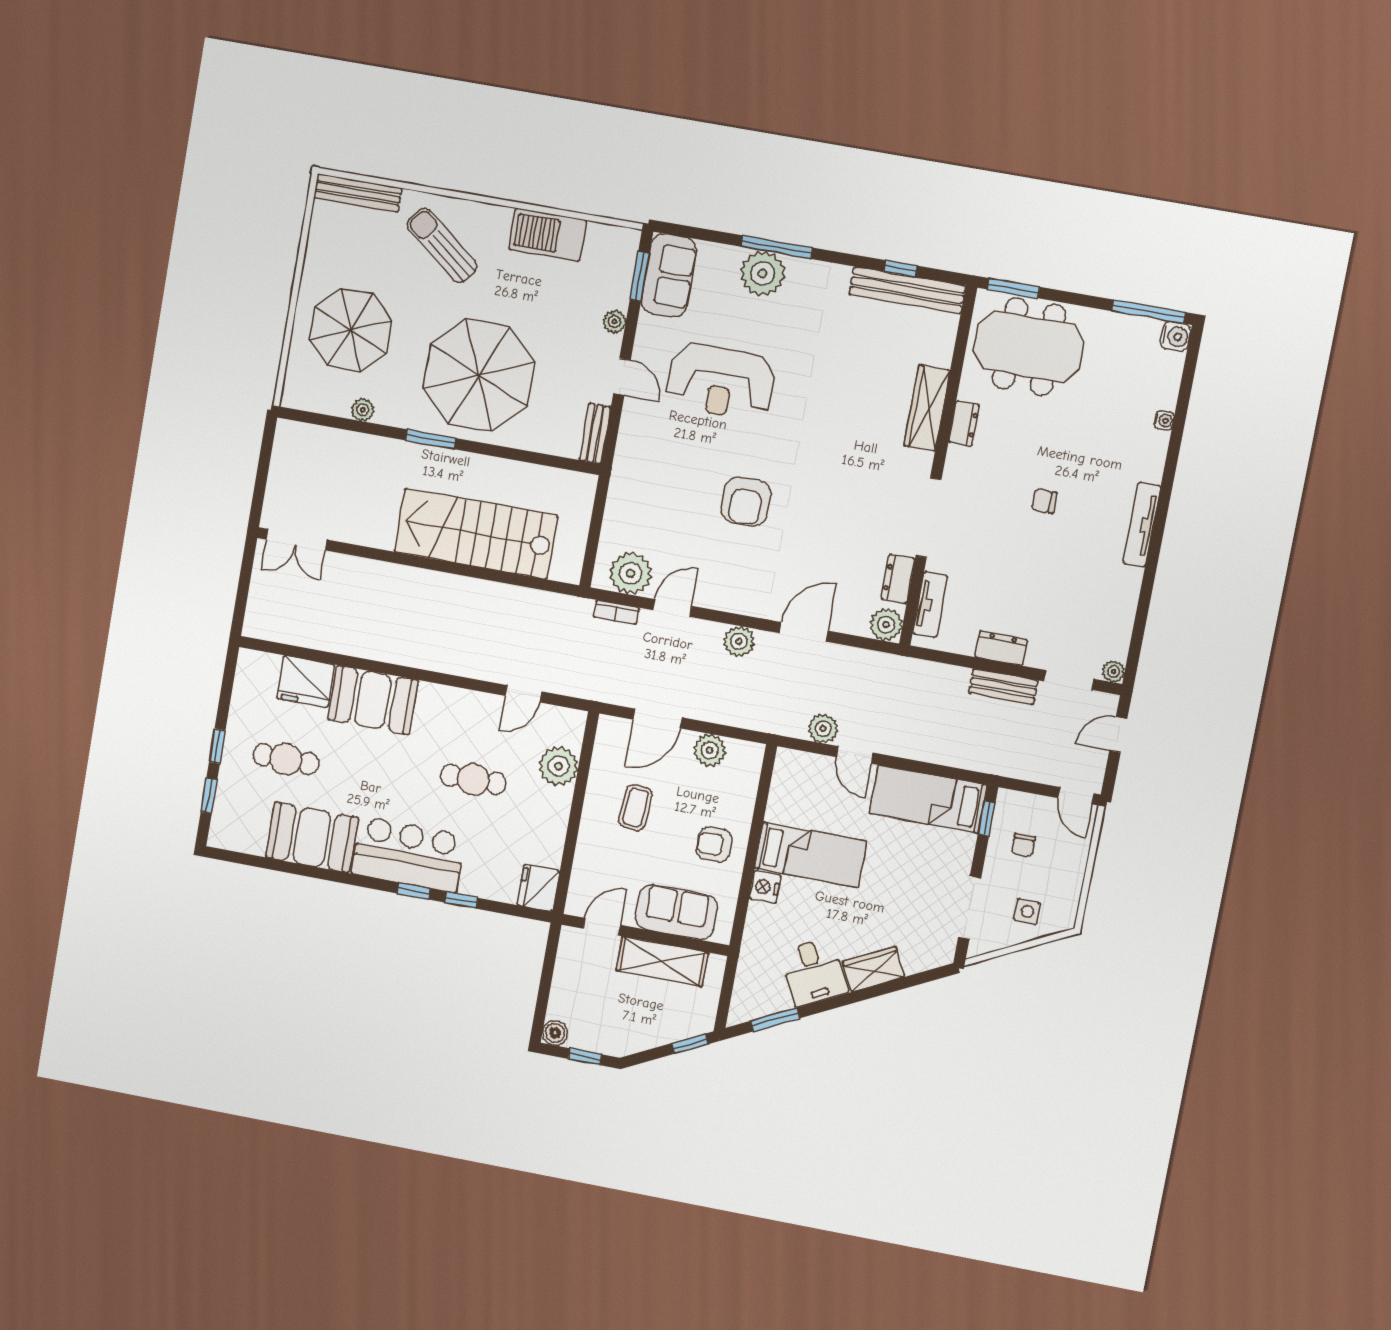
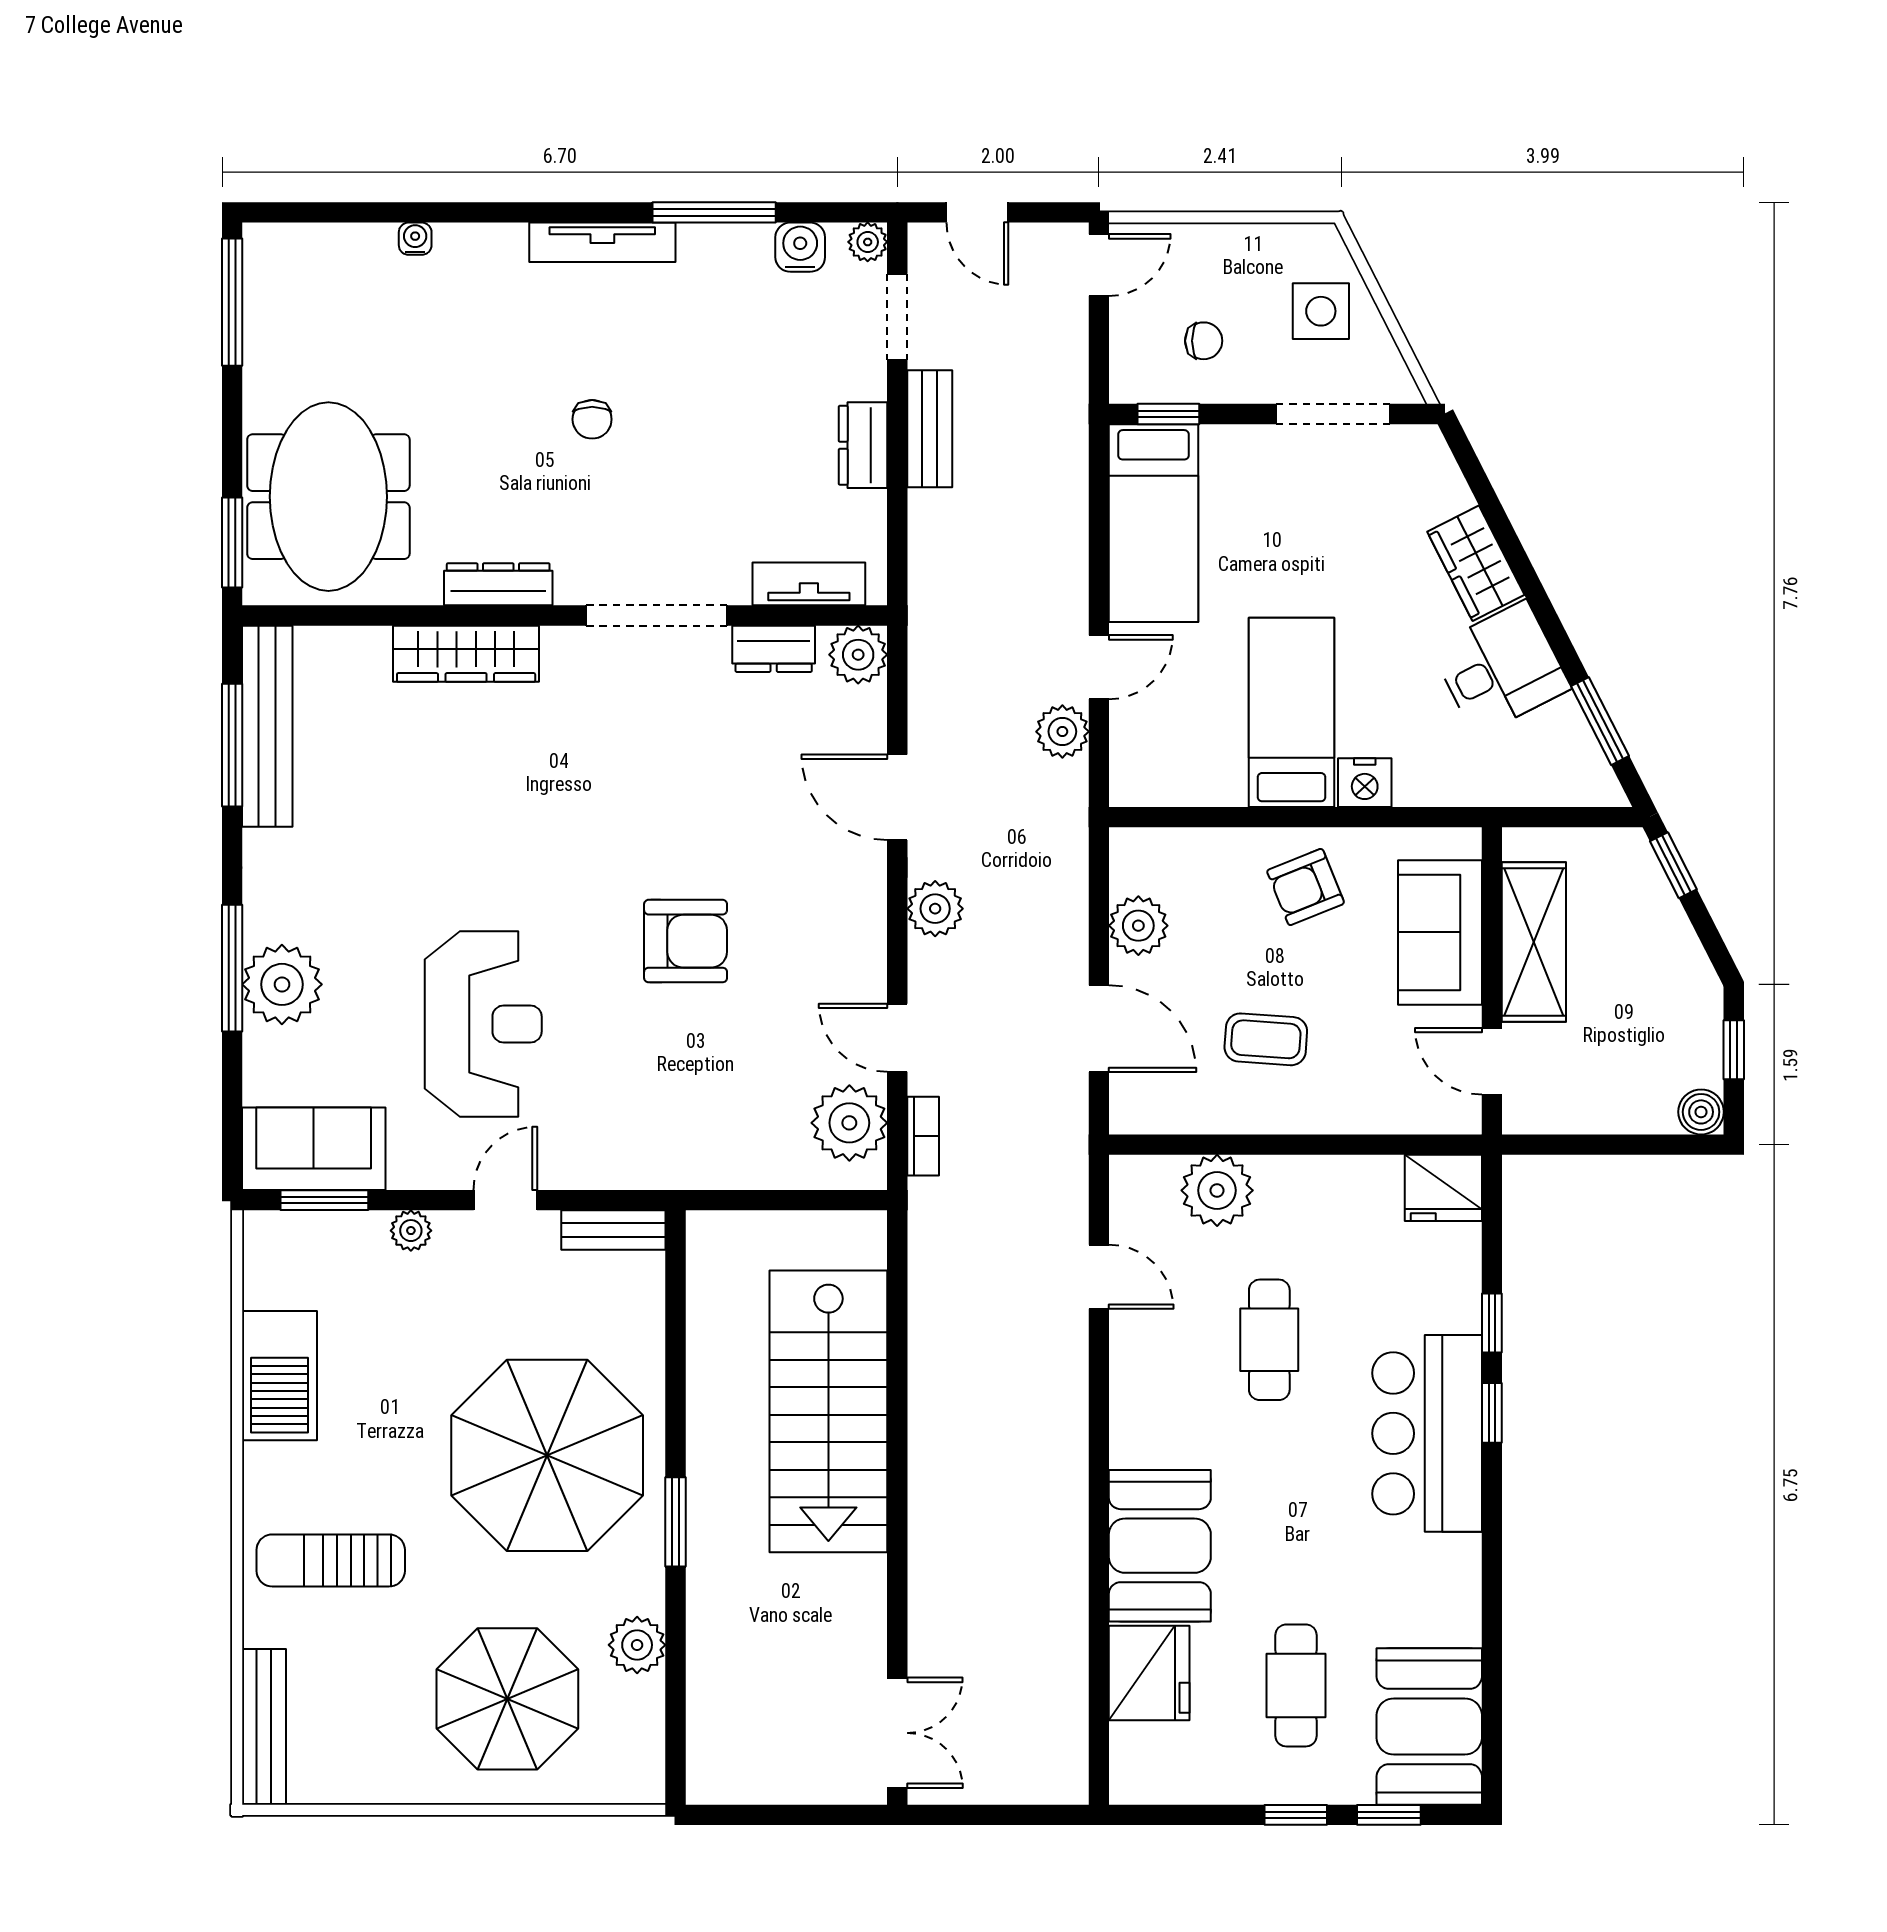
sun lounger: (442, 246) -> (331, 1560), turned 52
window: (900, 269) -> (232, 745), width x2.17
water cooler: (1176, 337) -> (800, 247), moved
plant: (363, 410) -> (637, 1645), width x1.38, depth x1.38
dresser: (964, 424) -> (498, 584), width x1.44
window: (1146, 590) -> (714, 212), added
booth: (312, 837) -> (1429, 1727), moved
armchair: (714, 845) -> (1306, 887), turned 68
side table: (1027, 912) -> (1321, 311), width x1.37, depth x1.37

